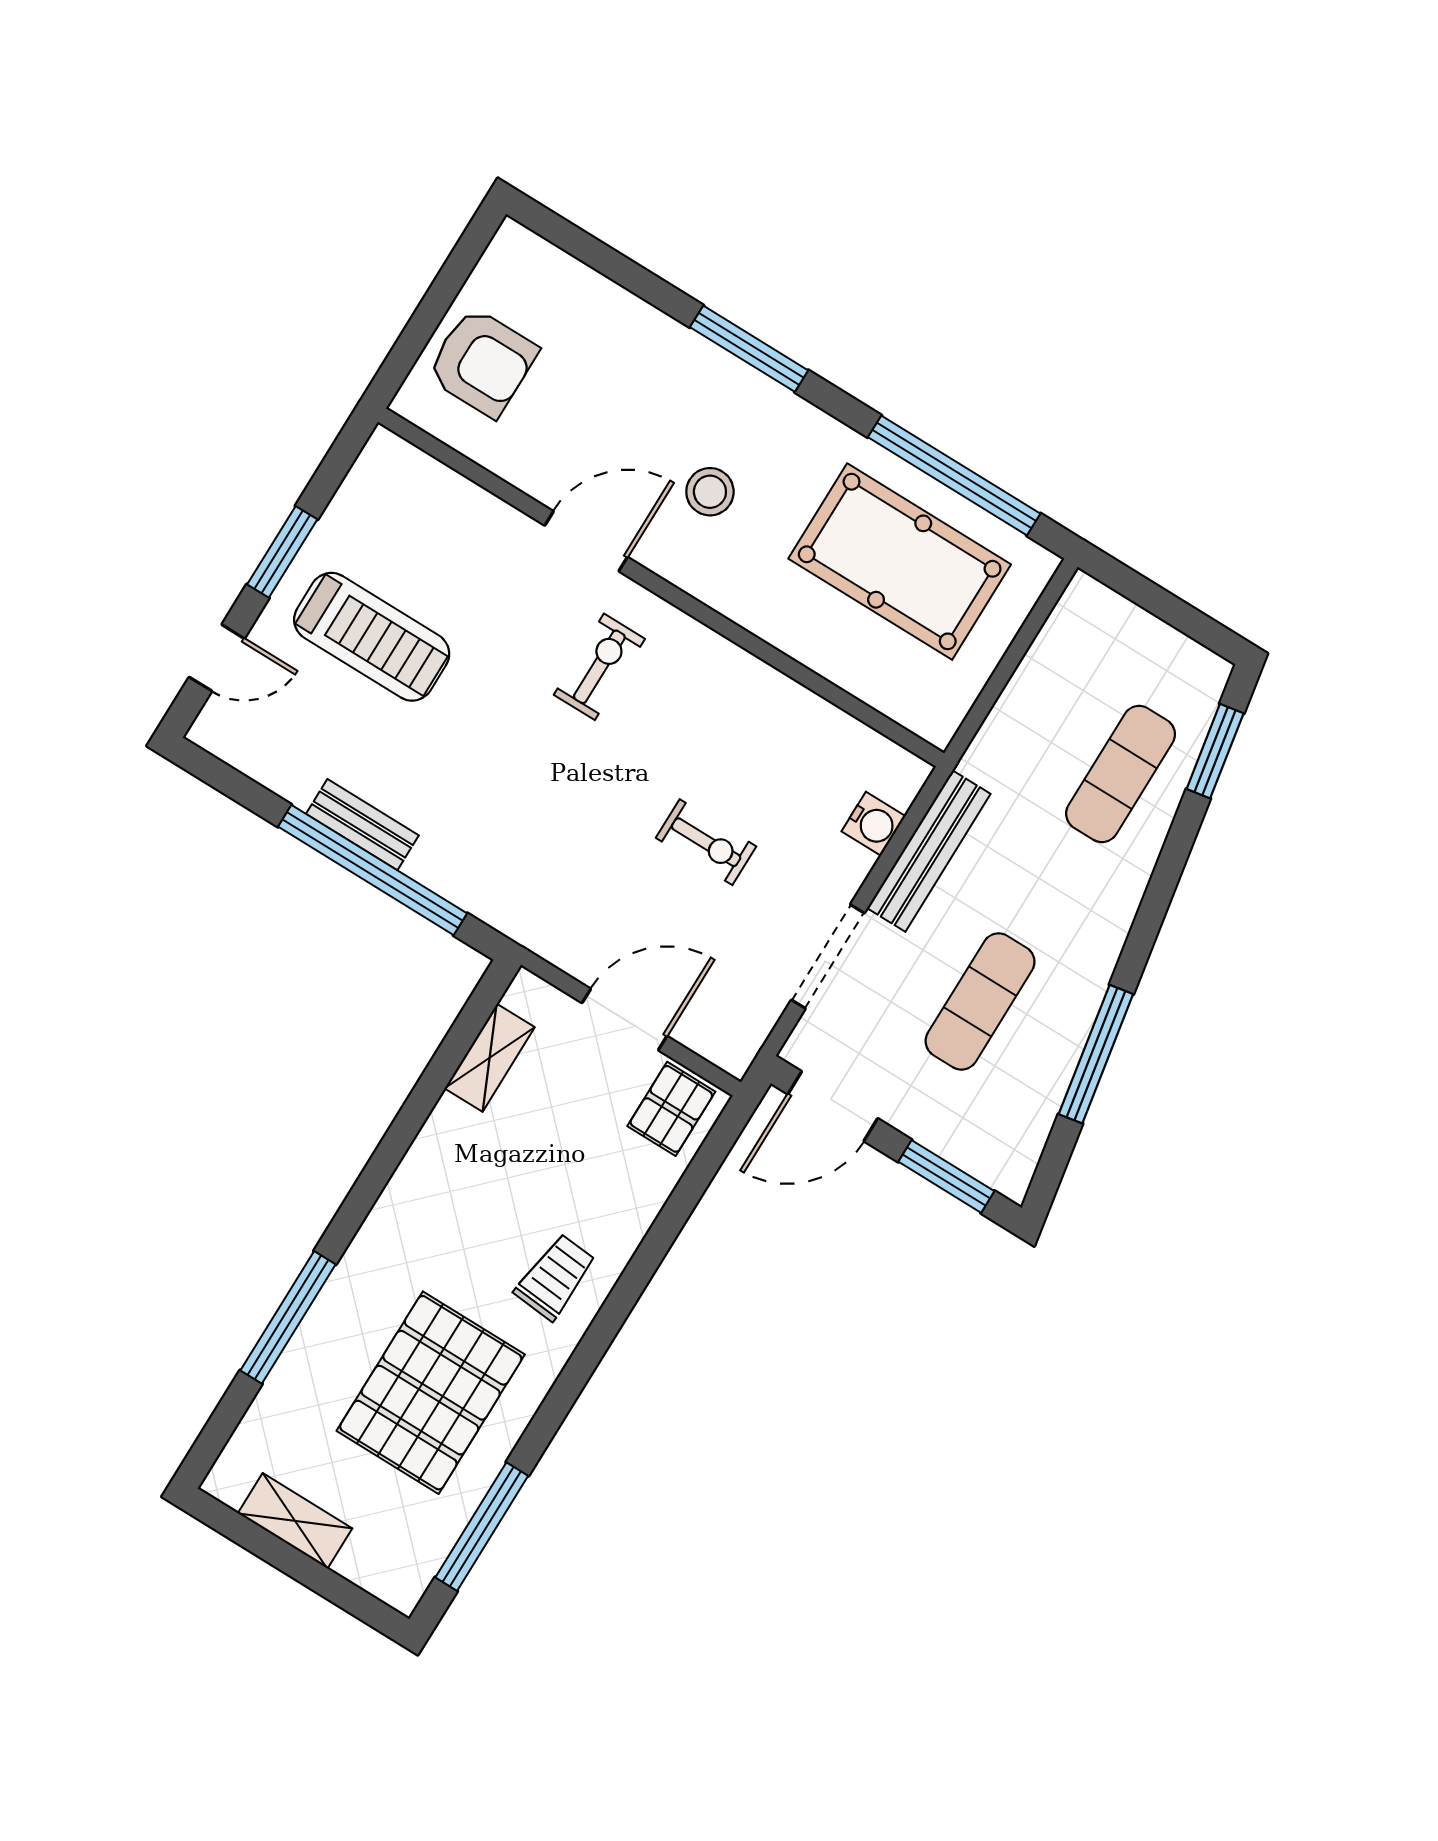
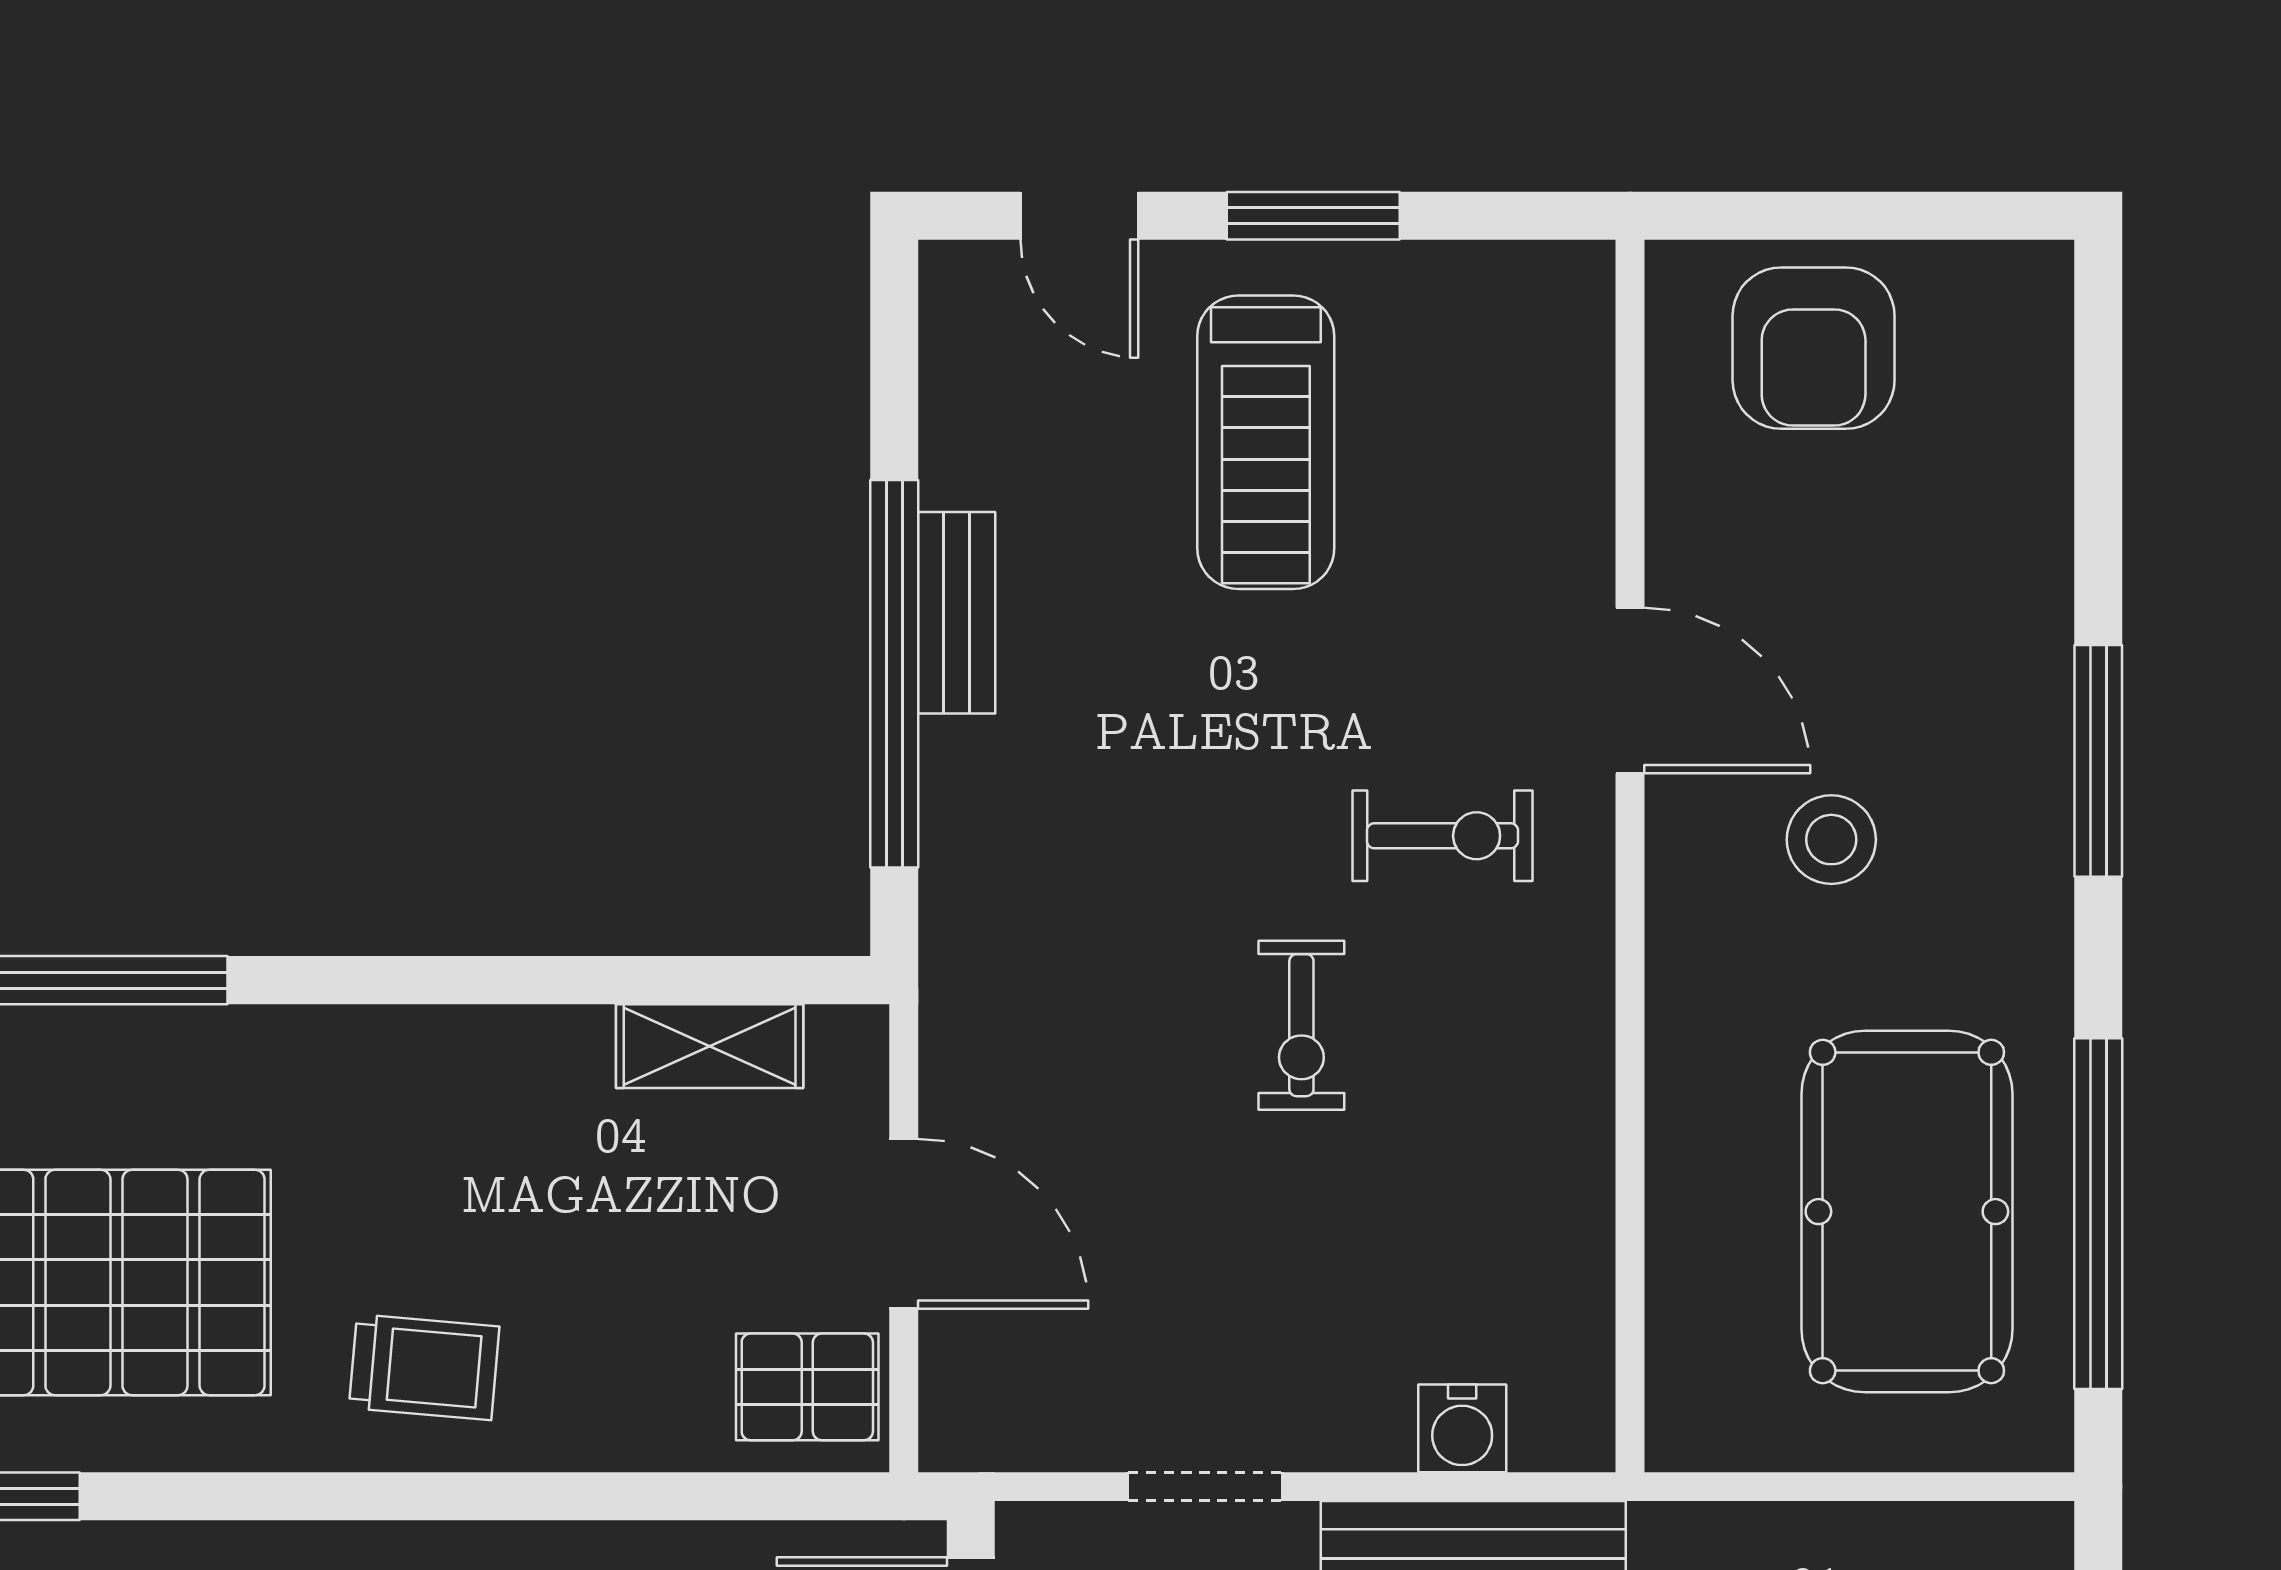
exercise bike: (706, 842) -> (1301, 1025), moved
doorway: (828, 957) -> (1205, 1487), width x0.73

